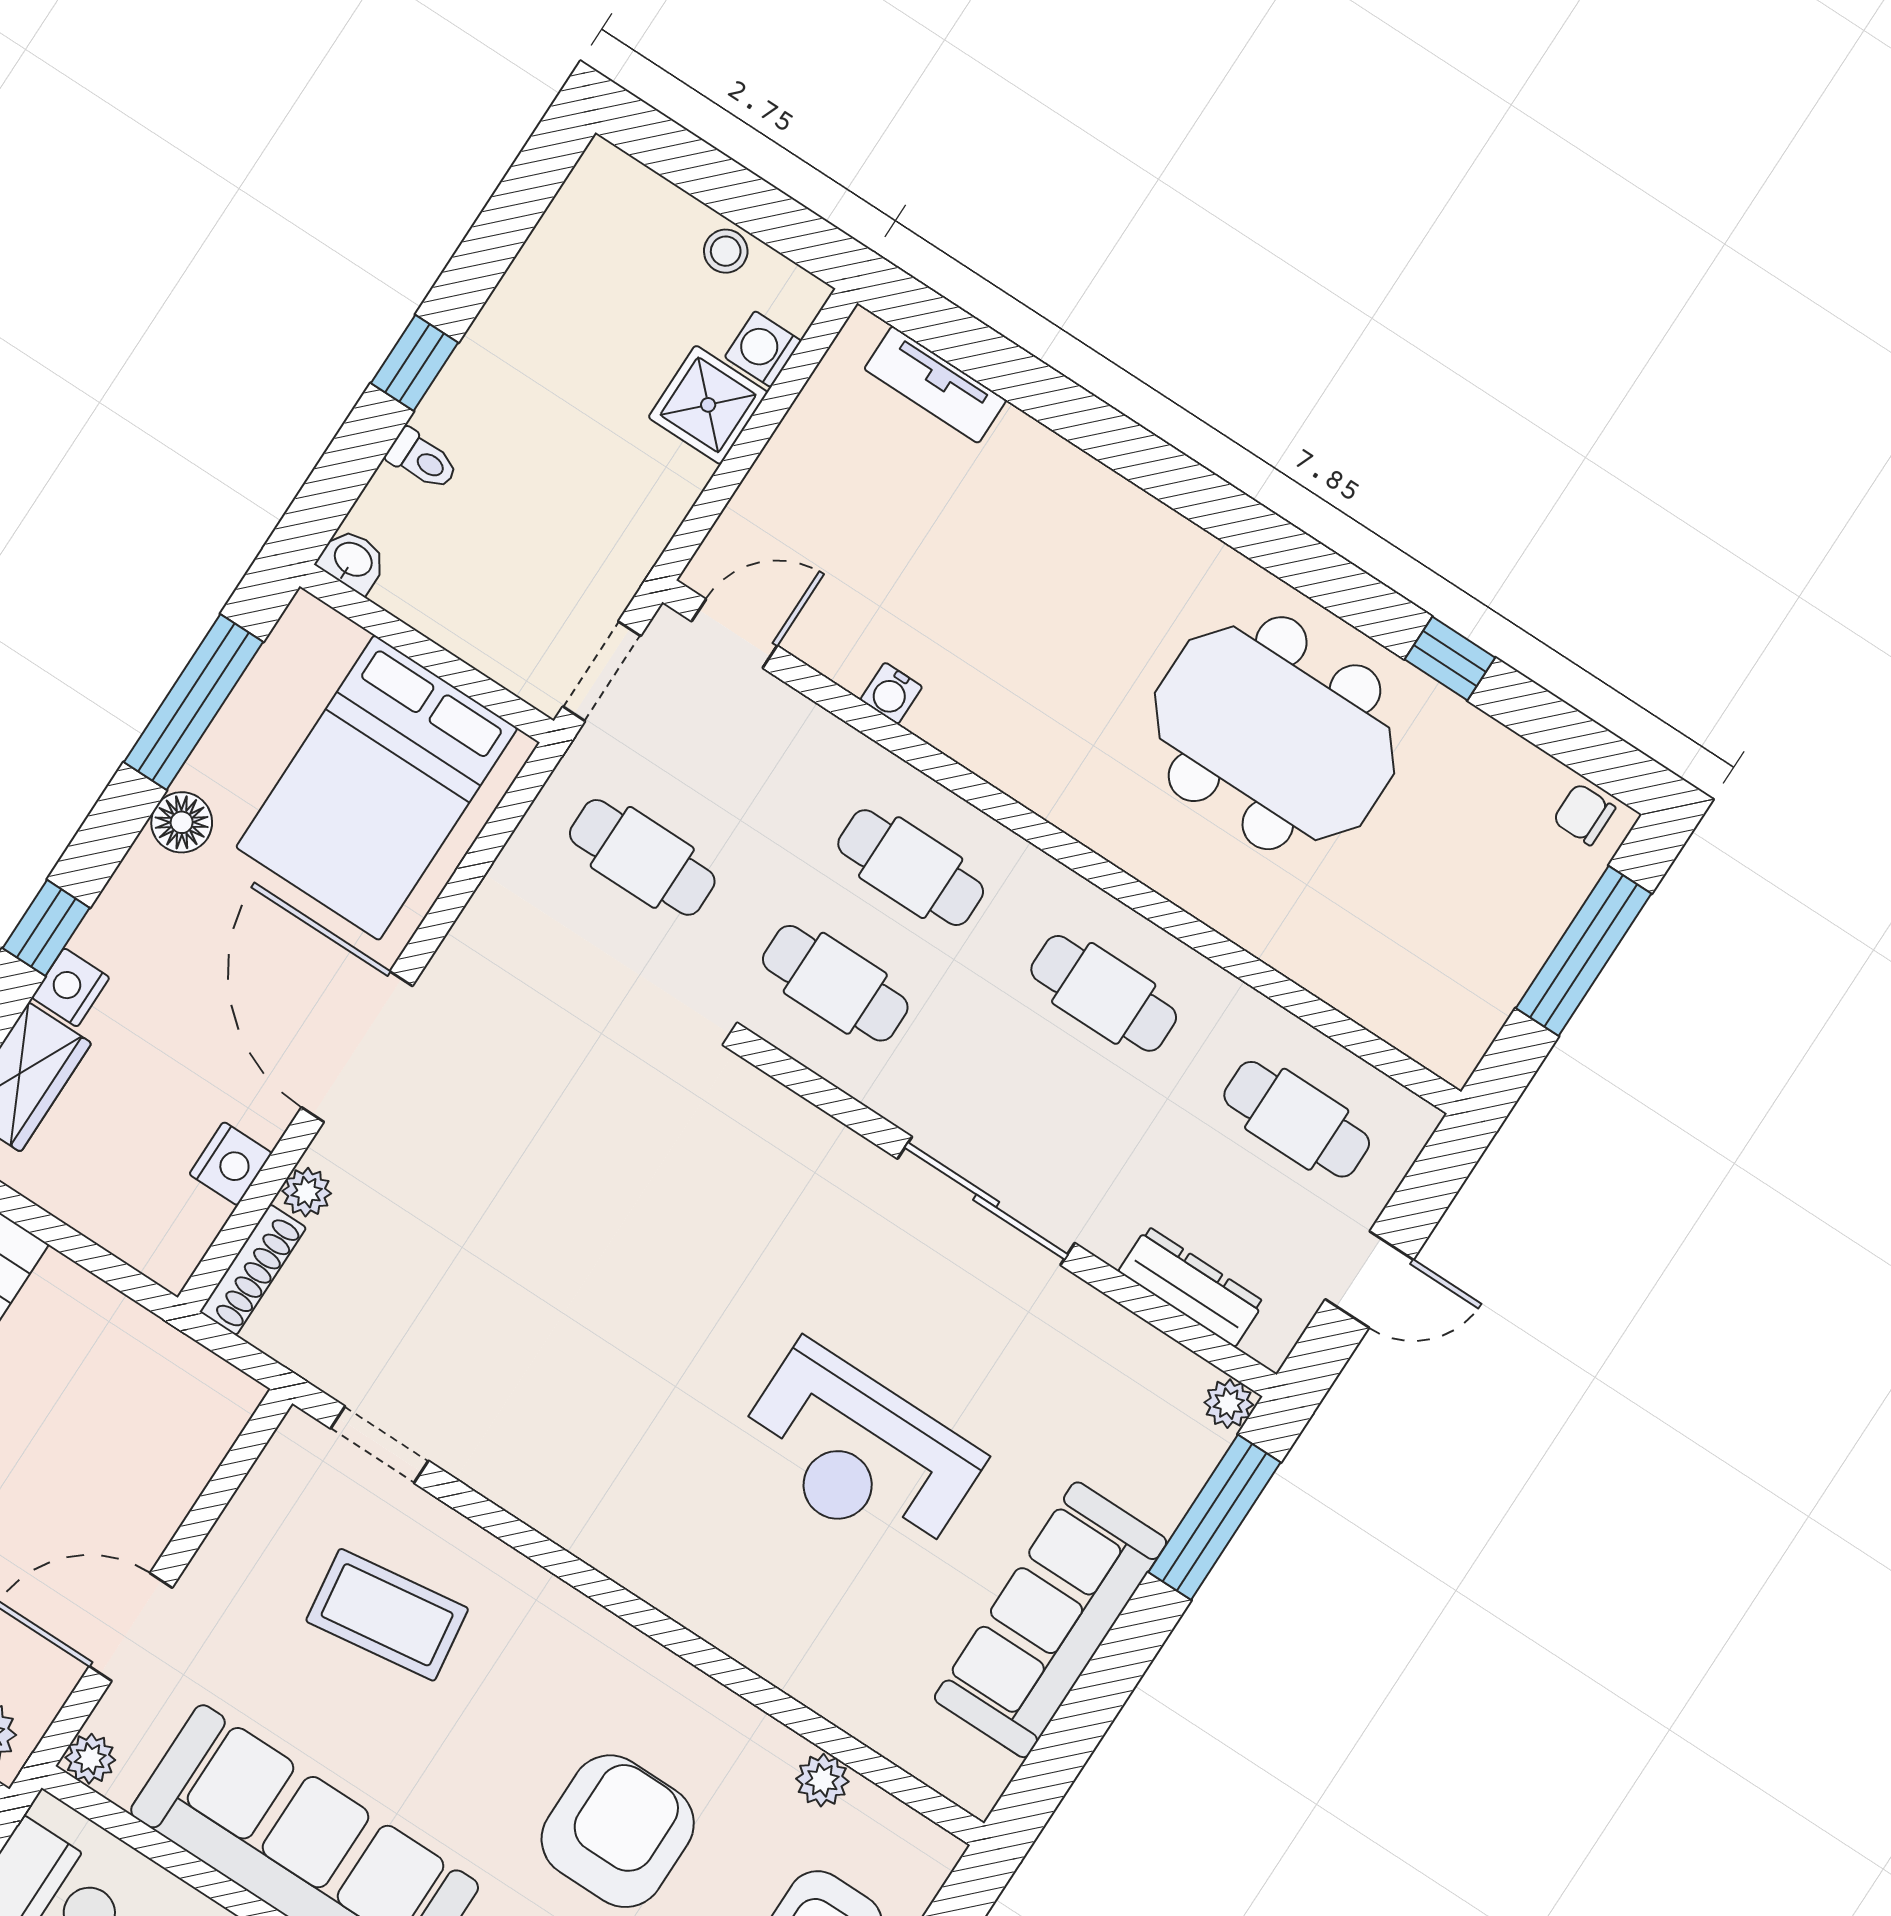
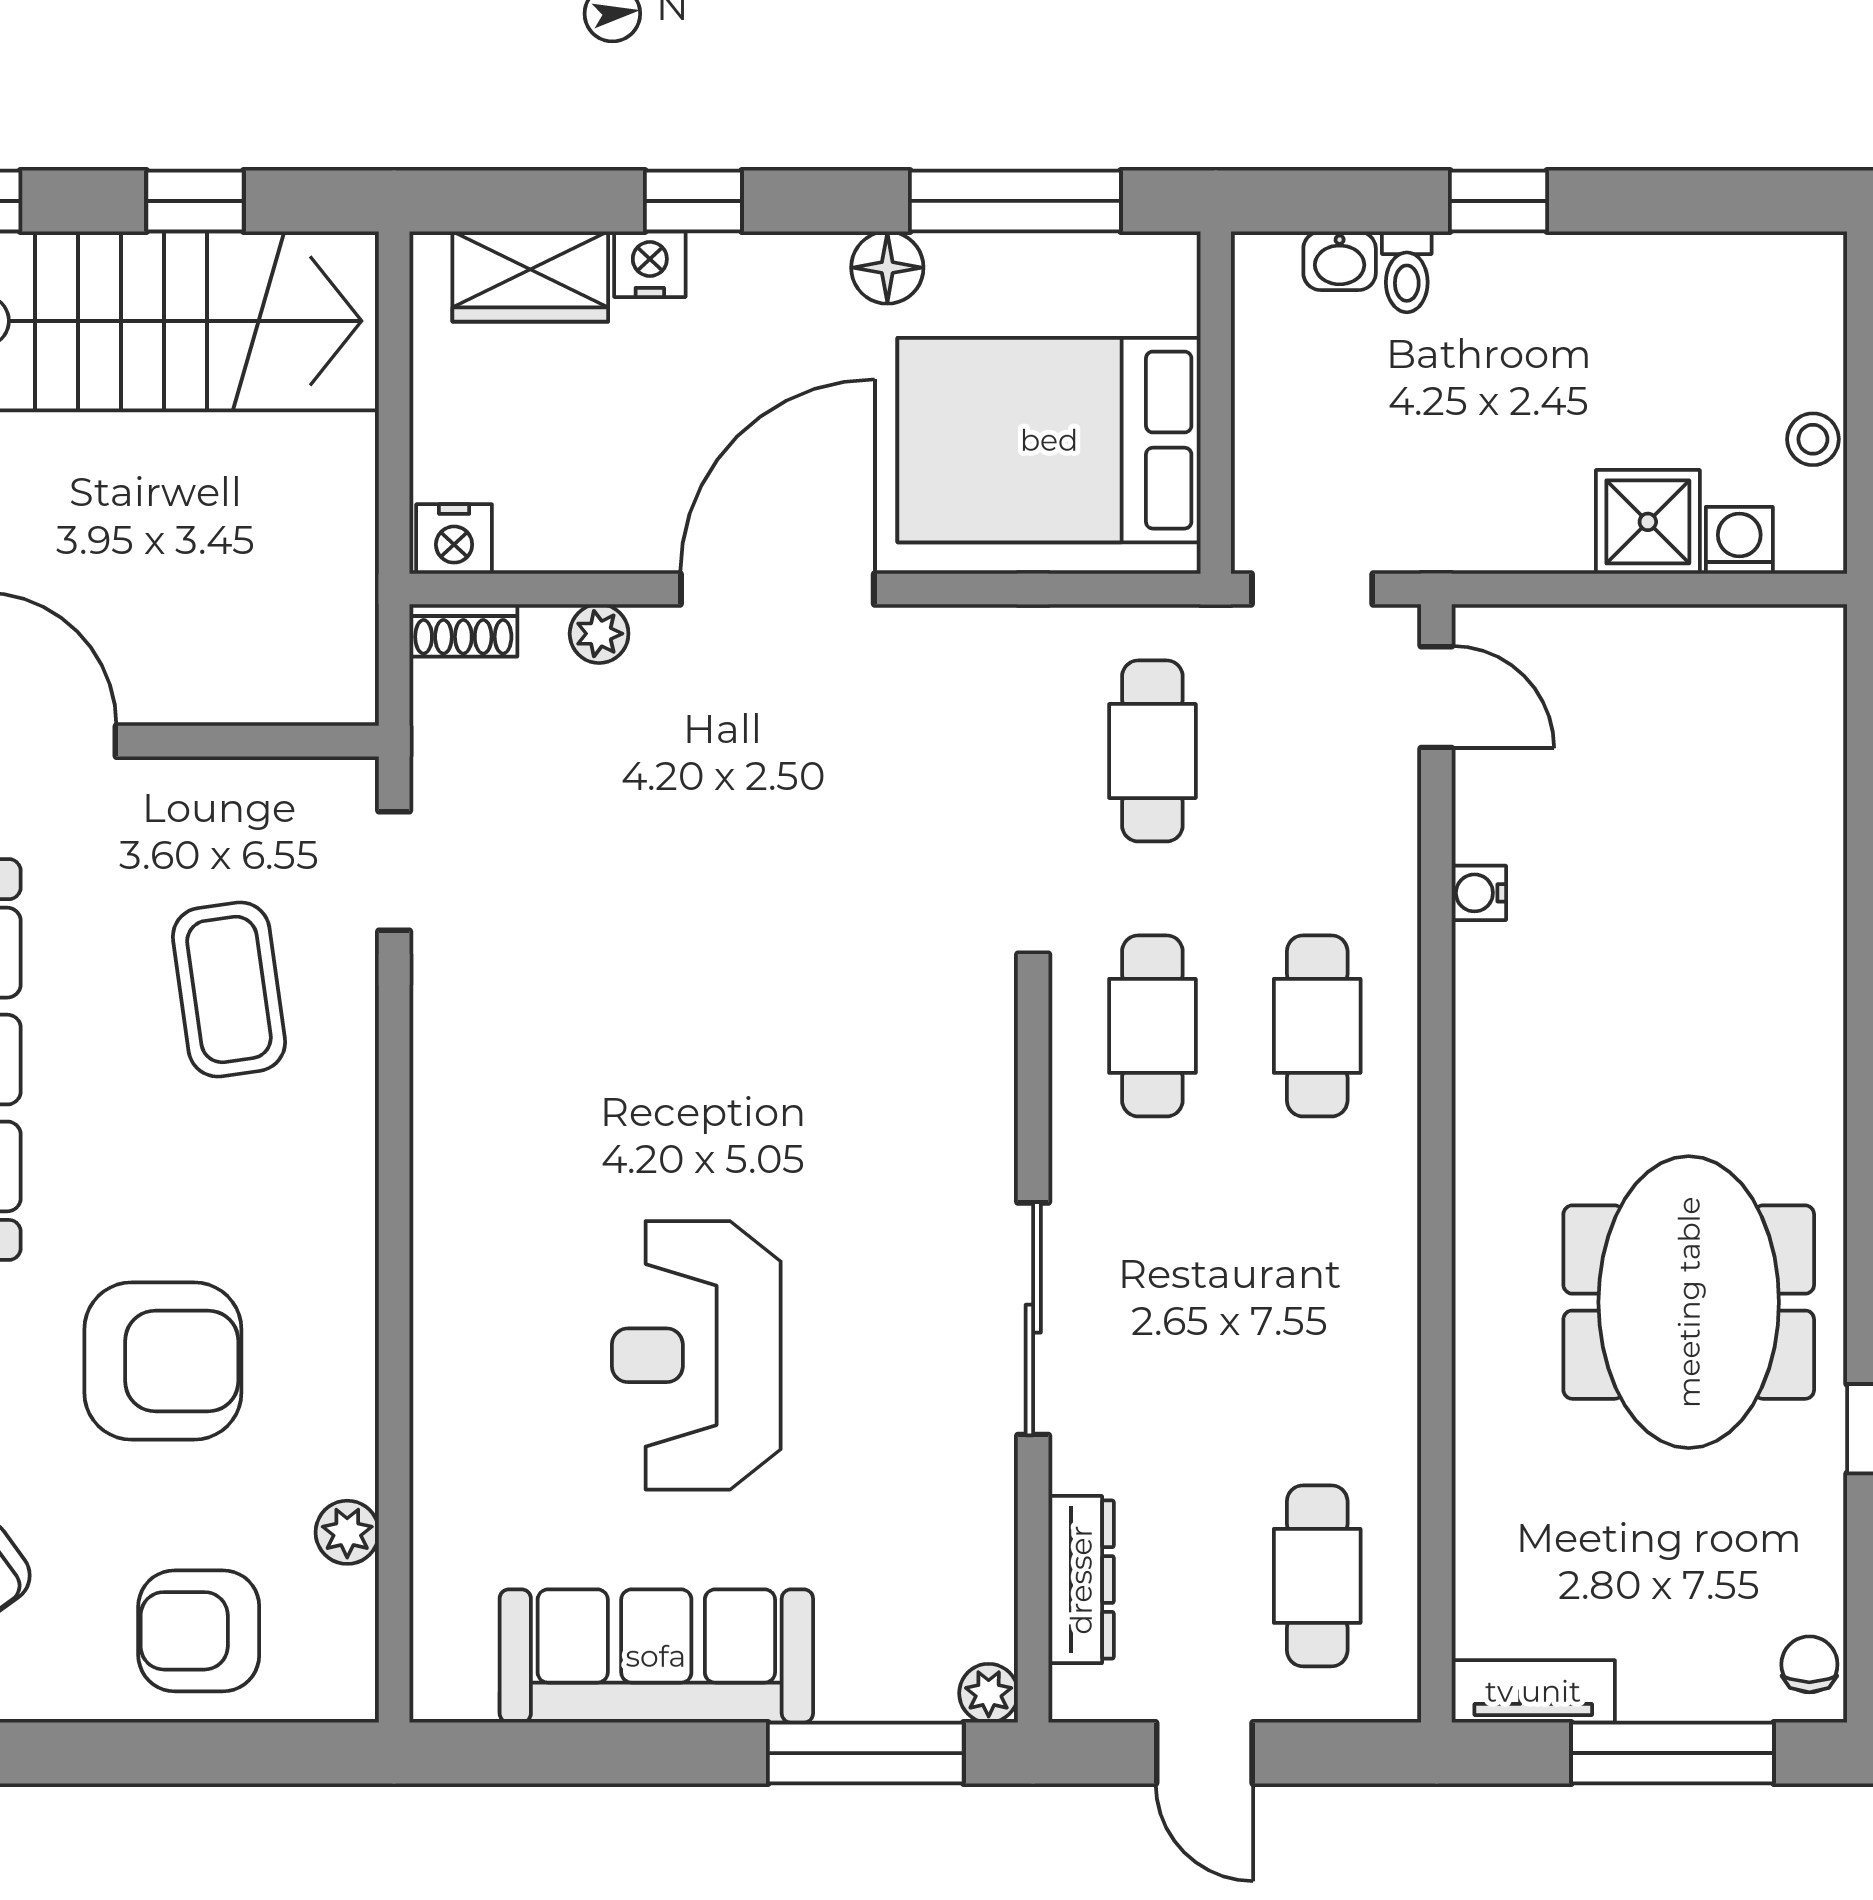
tv unit: (935, 385) -> (1533, 1691), moved, turned 90
washbasin: (352, 561) -> (1340, 261), moved, turned 90
cafe table: (1104, 993) -> (1317, 1301), removed
nightstand: (231, 1164) -> (454, 539), moved
shoe rack: (253, 1270) -> (463, 630), width x0.70

